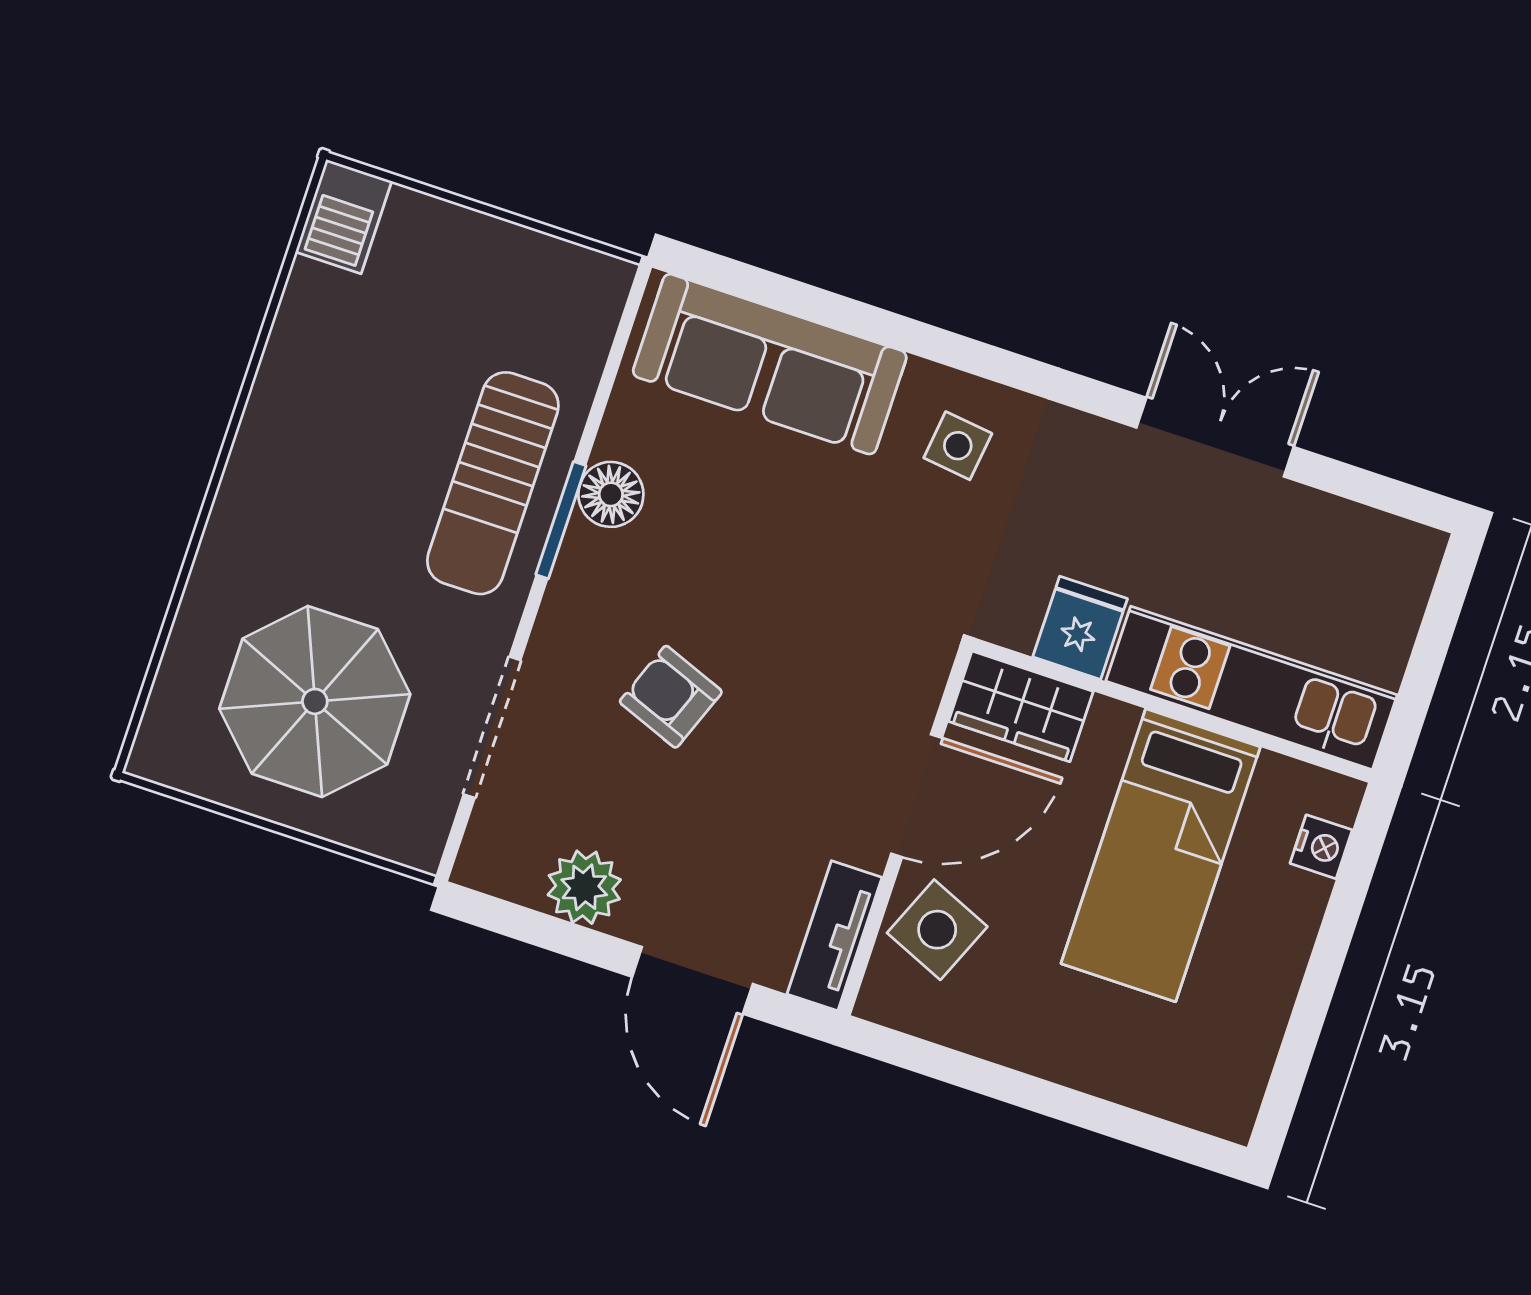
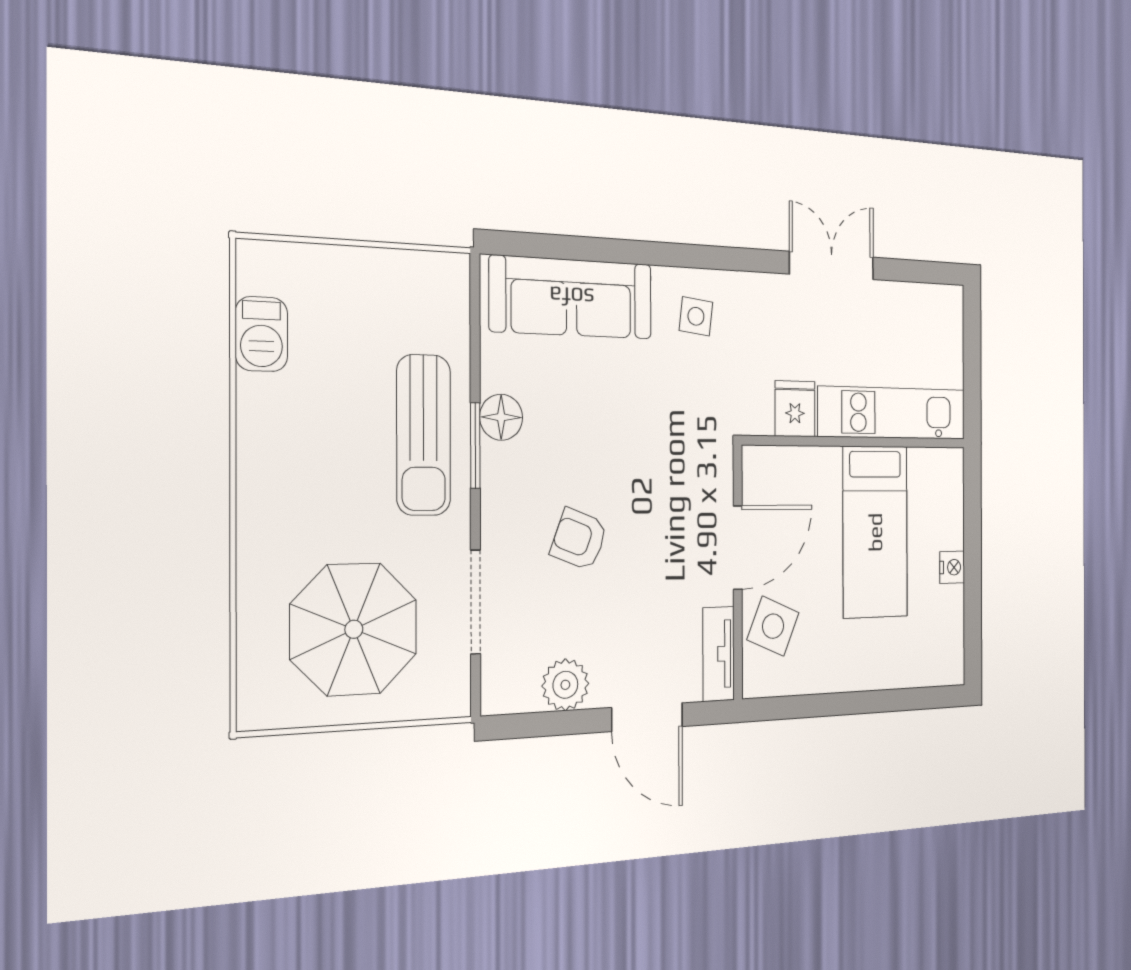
barbecue: (344, 217) -> (262, 334), moved
wardrobe: (1021, 706) -> (778, 470), removed
nightstand: (1321, 847) -> (952, 567), moved

